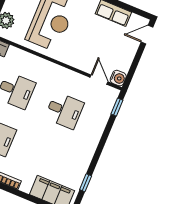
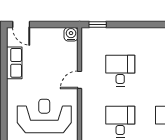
door: (99, 80) -> (80, 80), moved

